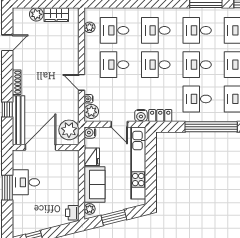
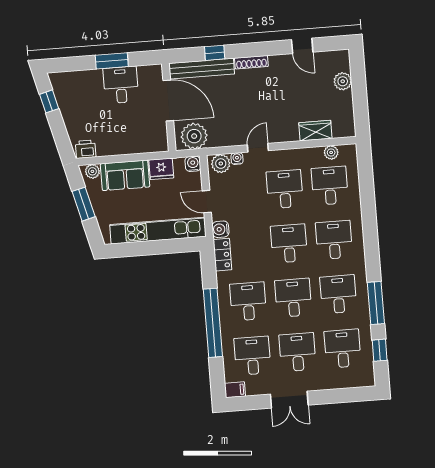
wardrobe: (56, 15) -> (315, 131), moved, turned 90
door: (119, 124) -> (207, 202), hinge flipped

